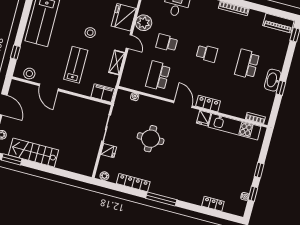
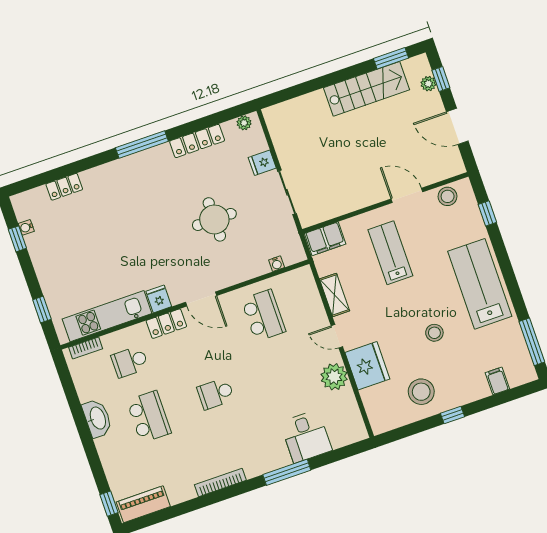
stool: (90, 33) -> (434, 333), moved
school desk: (167, 43) -> (130, 362), moved, turned 180
lab bench: (76, 65) -> (390, 253), turned 180
window: (281, 88) -> (78, 415), removed
window: (259, 170) -> (42, 310), moved

